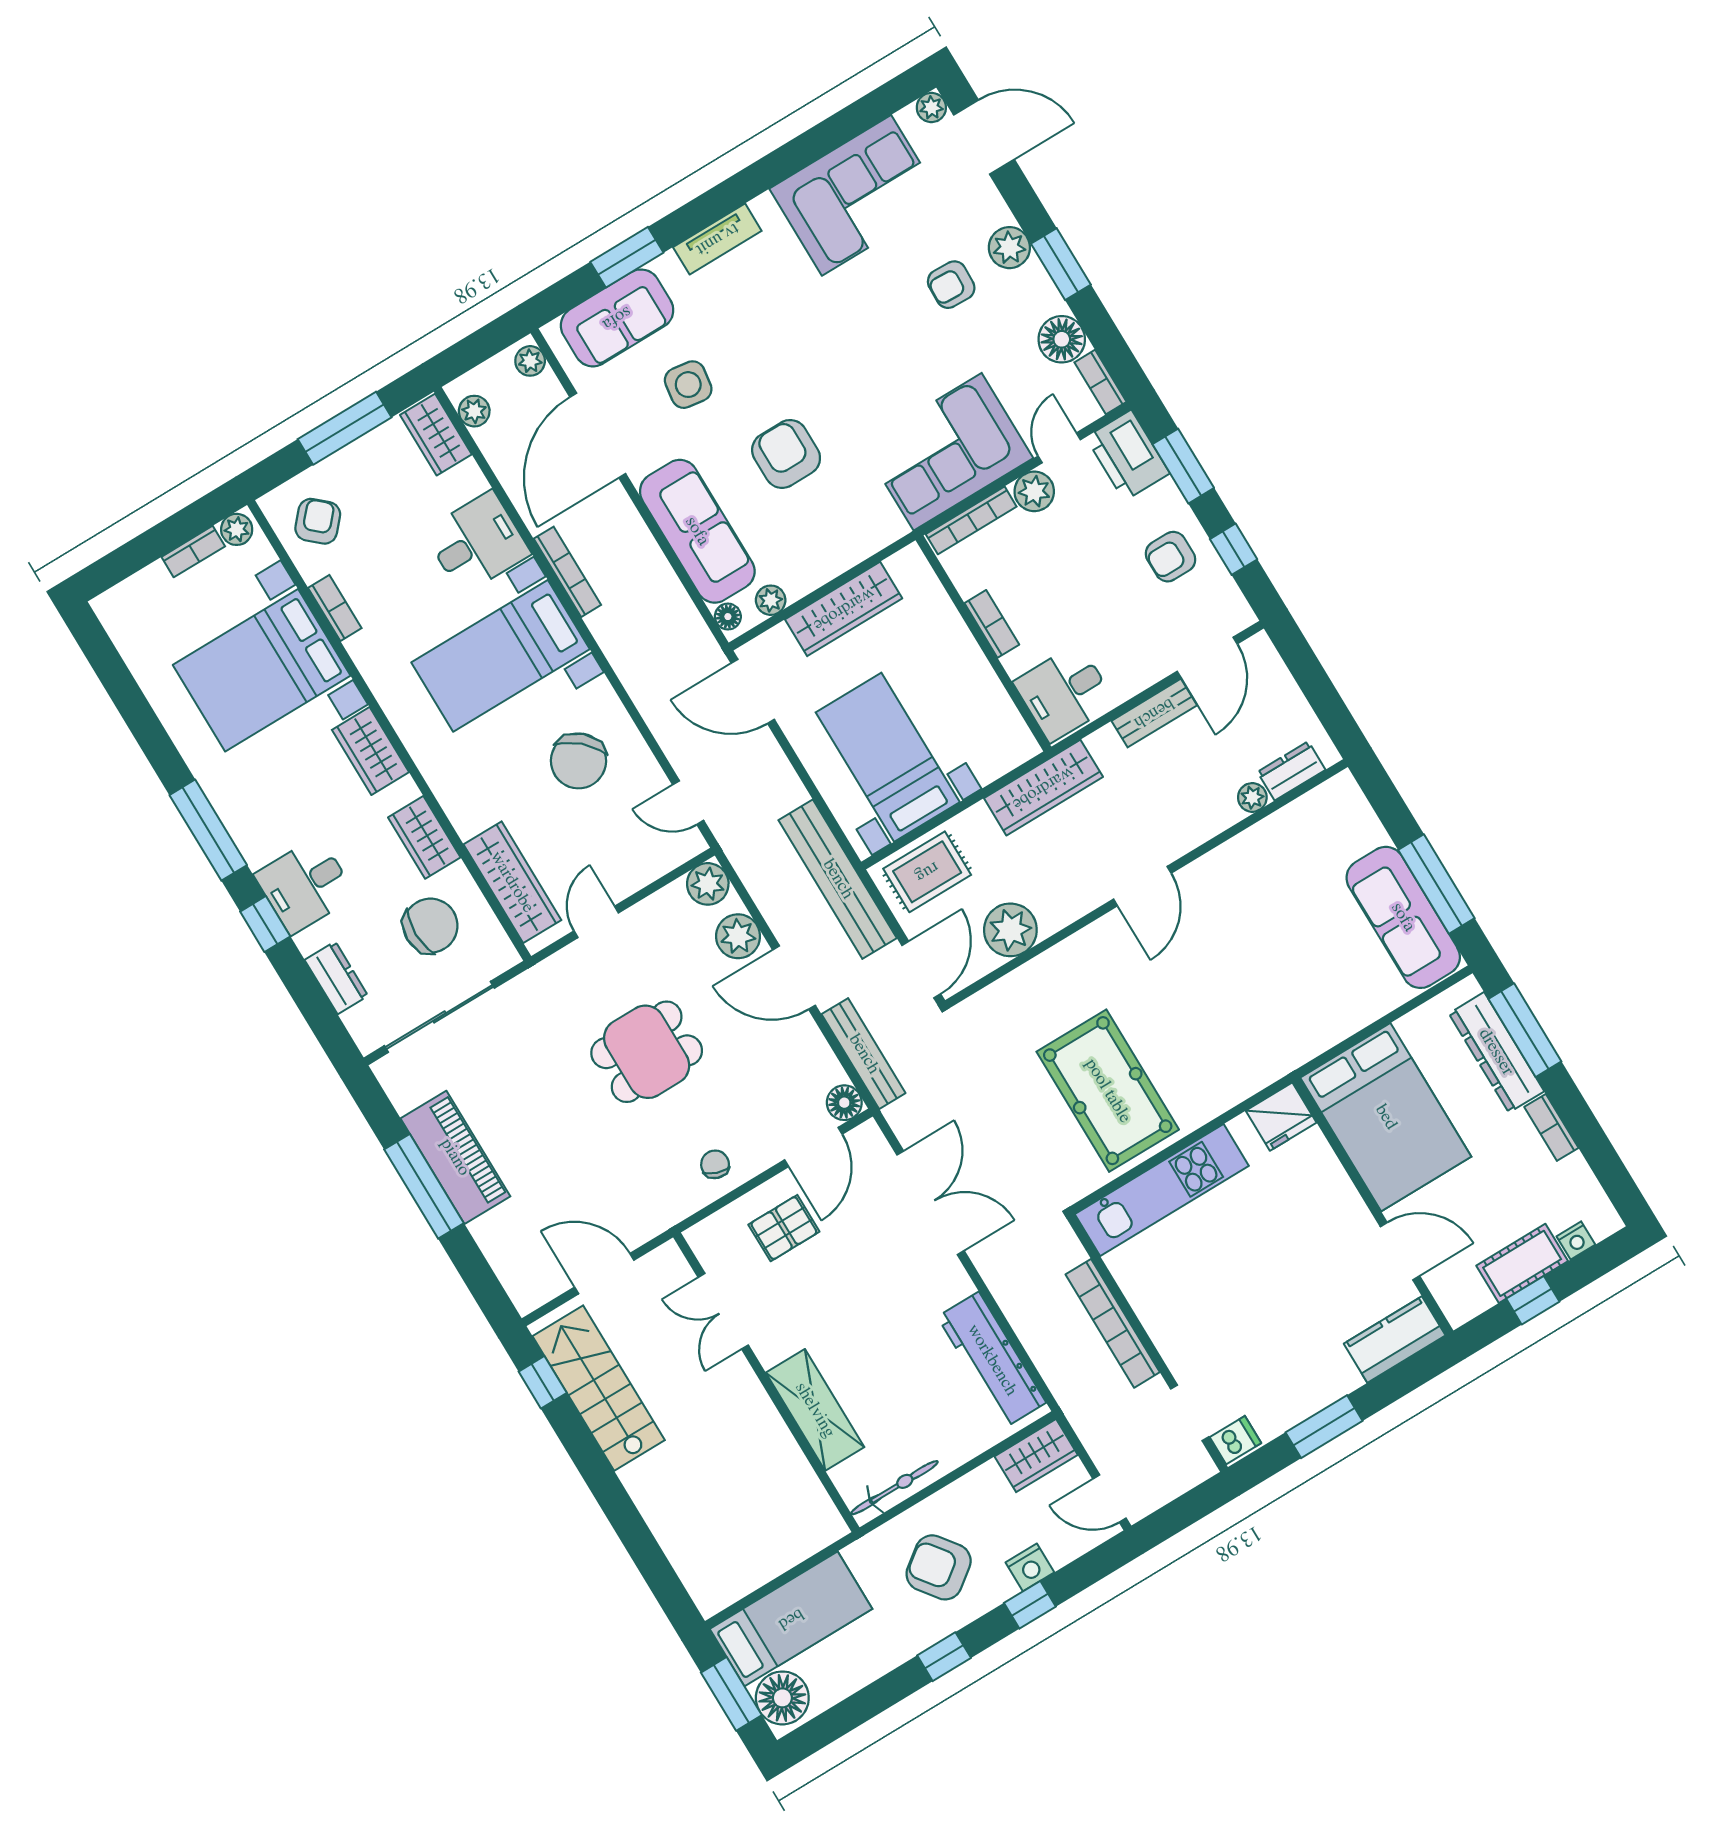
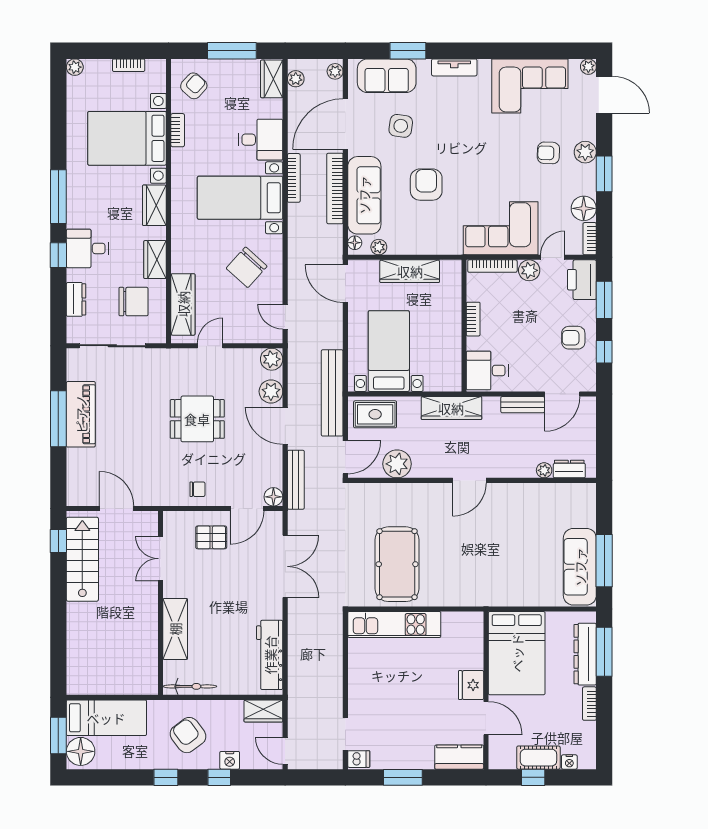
plant: (237, 529) -> (75, 67), moved
fridge: (1281, 1117) -> (471, 685), moved, turned 90
chair: (715, 1164) -> (197, 489), turned 71
bookcase: (1113, 1323) -> (335, 188), moved

